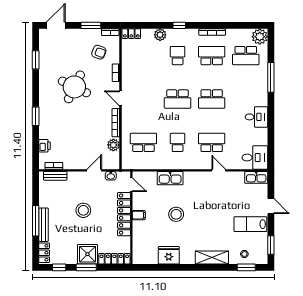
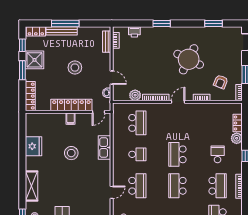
locker: (131, 34) -> (238, 123), moved
school desk: (178, 56) -> (218, 154), turned -90
shower: (87, 254) -> (35, 60), moved

